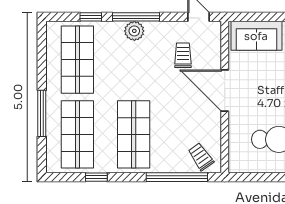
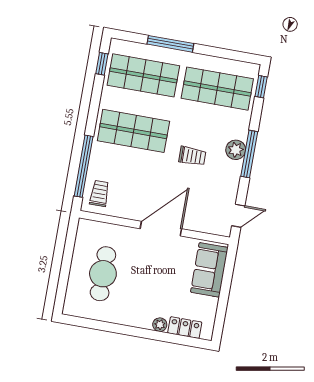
window: (91, 17) -> (261, 87), moved
trolley: (183, 55) -> (192, 156), moved
trolley: (201, 157) -> (100, 193), turned -55
window: (96, 177) -> (102, 64), moved

